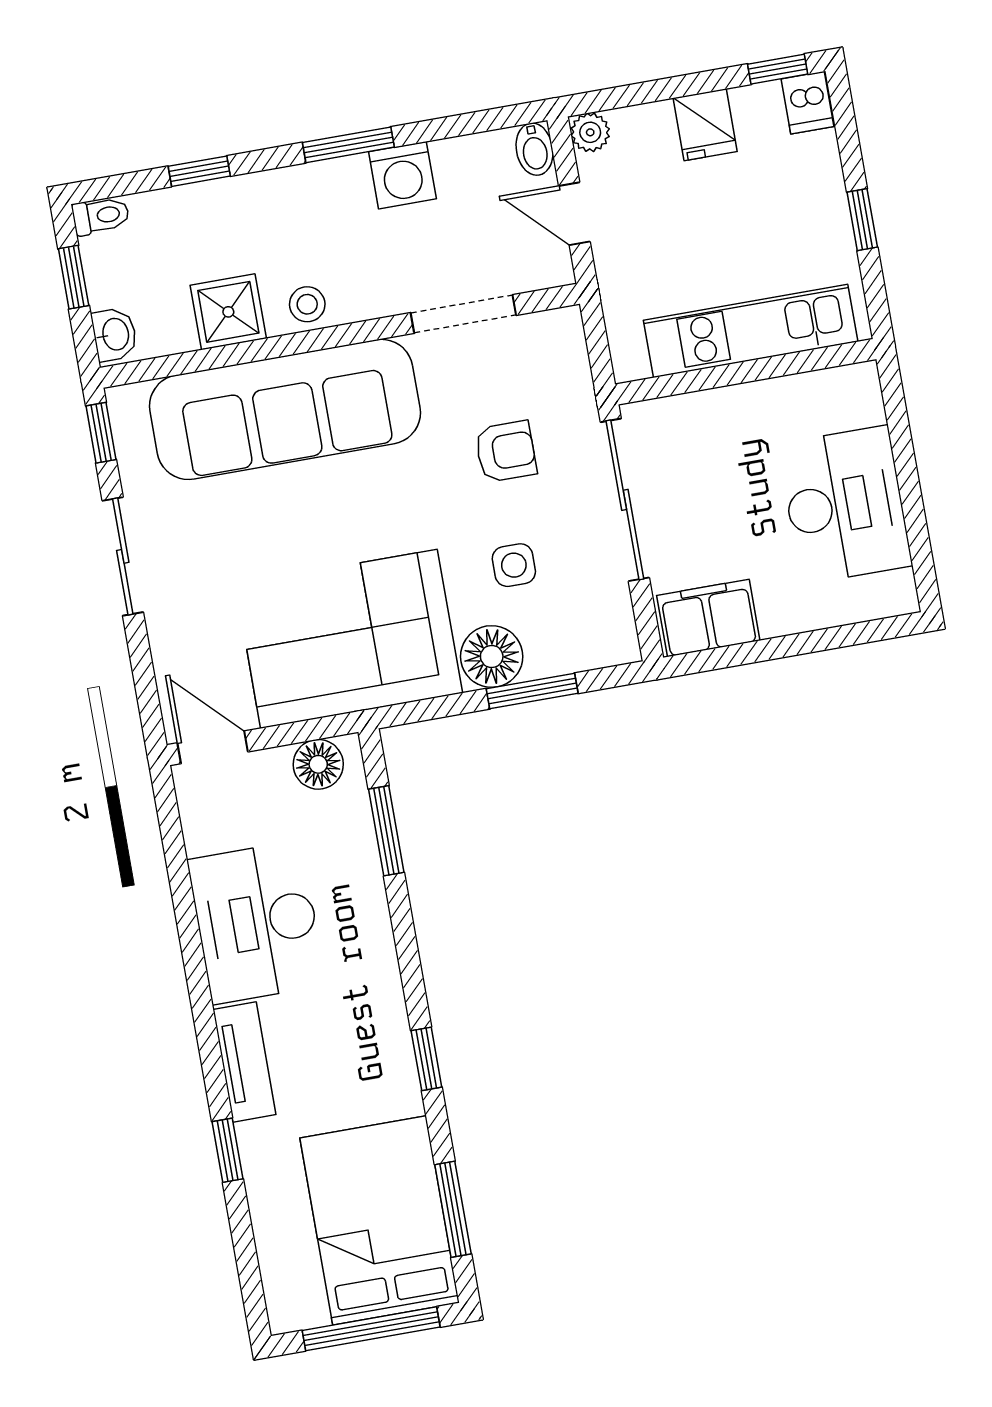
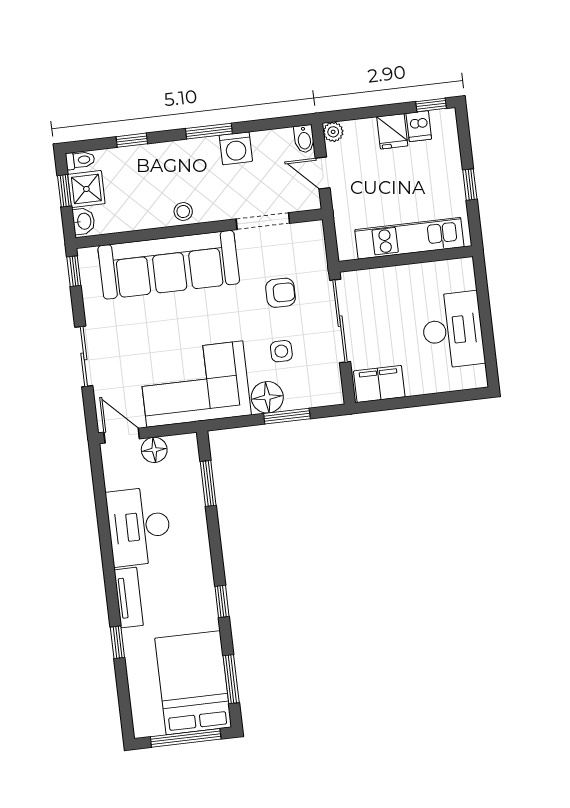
dishwasher: (807, 103) -> (419, 126), moved
shower: (228, 312) -> (86, 189), moved
sliding door: (123, 556) -> (84, 356), moved
floor lamp: (318, 764) -> (154, 450), moved

